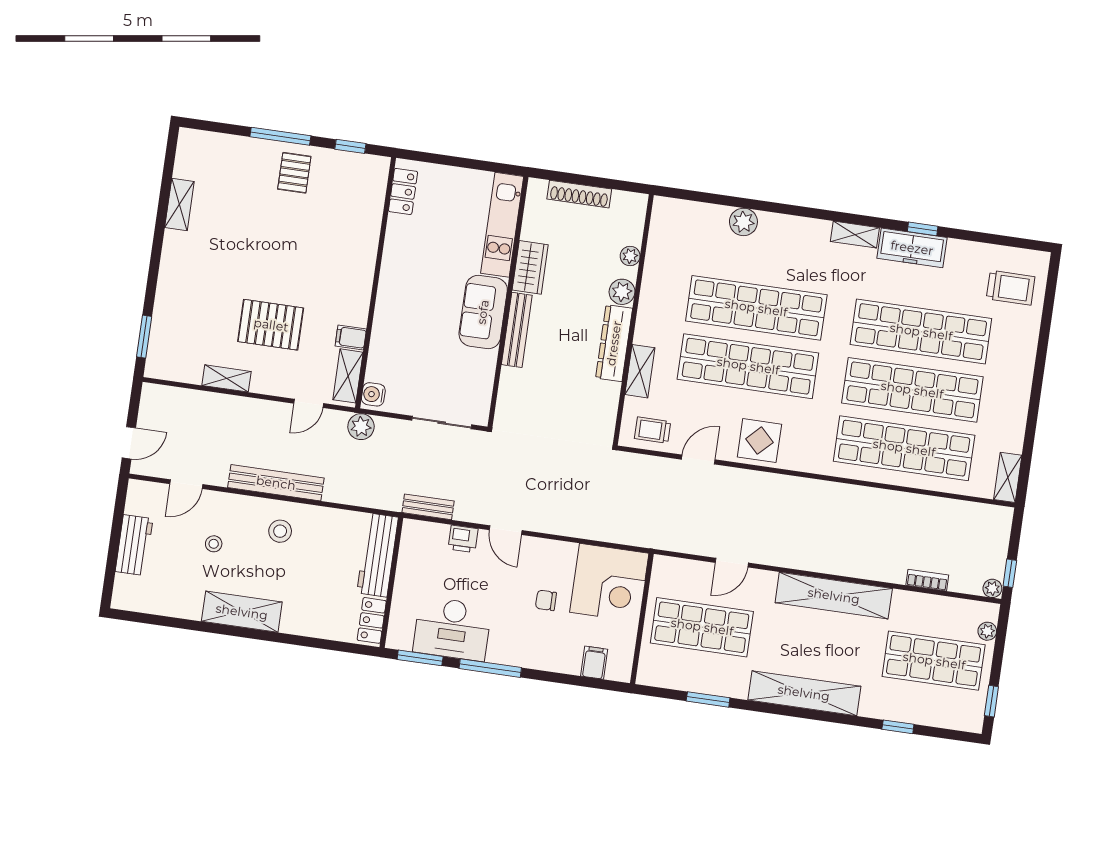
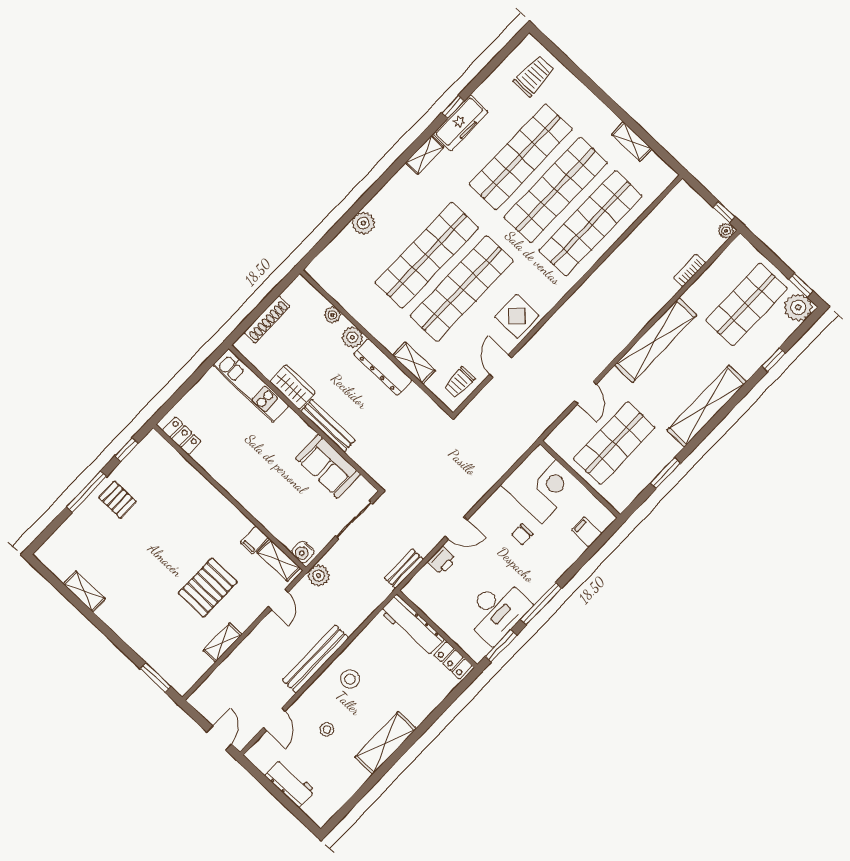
sofa: (483, 312) -> (328, 466), moved
shelving: (1008, 477) -> (632, 142), moved
plant: (987, 631) -> (798, 307), moved, width x1.88, depth x1.88

